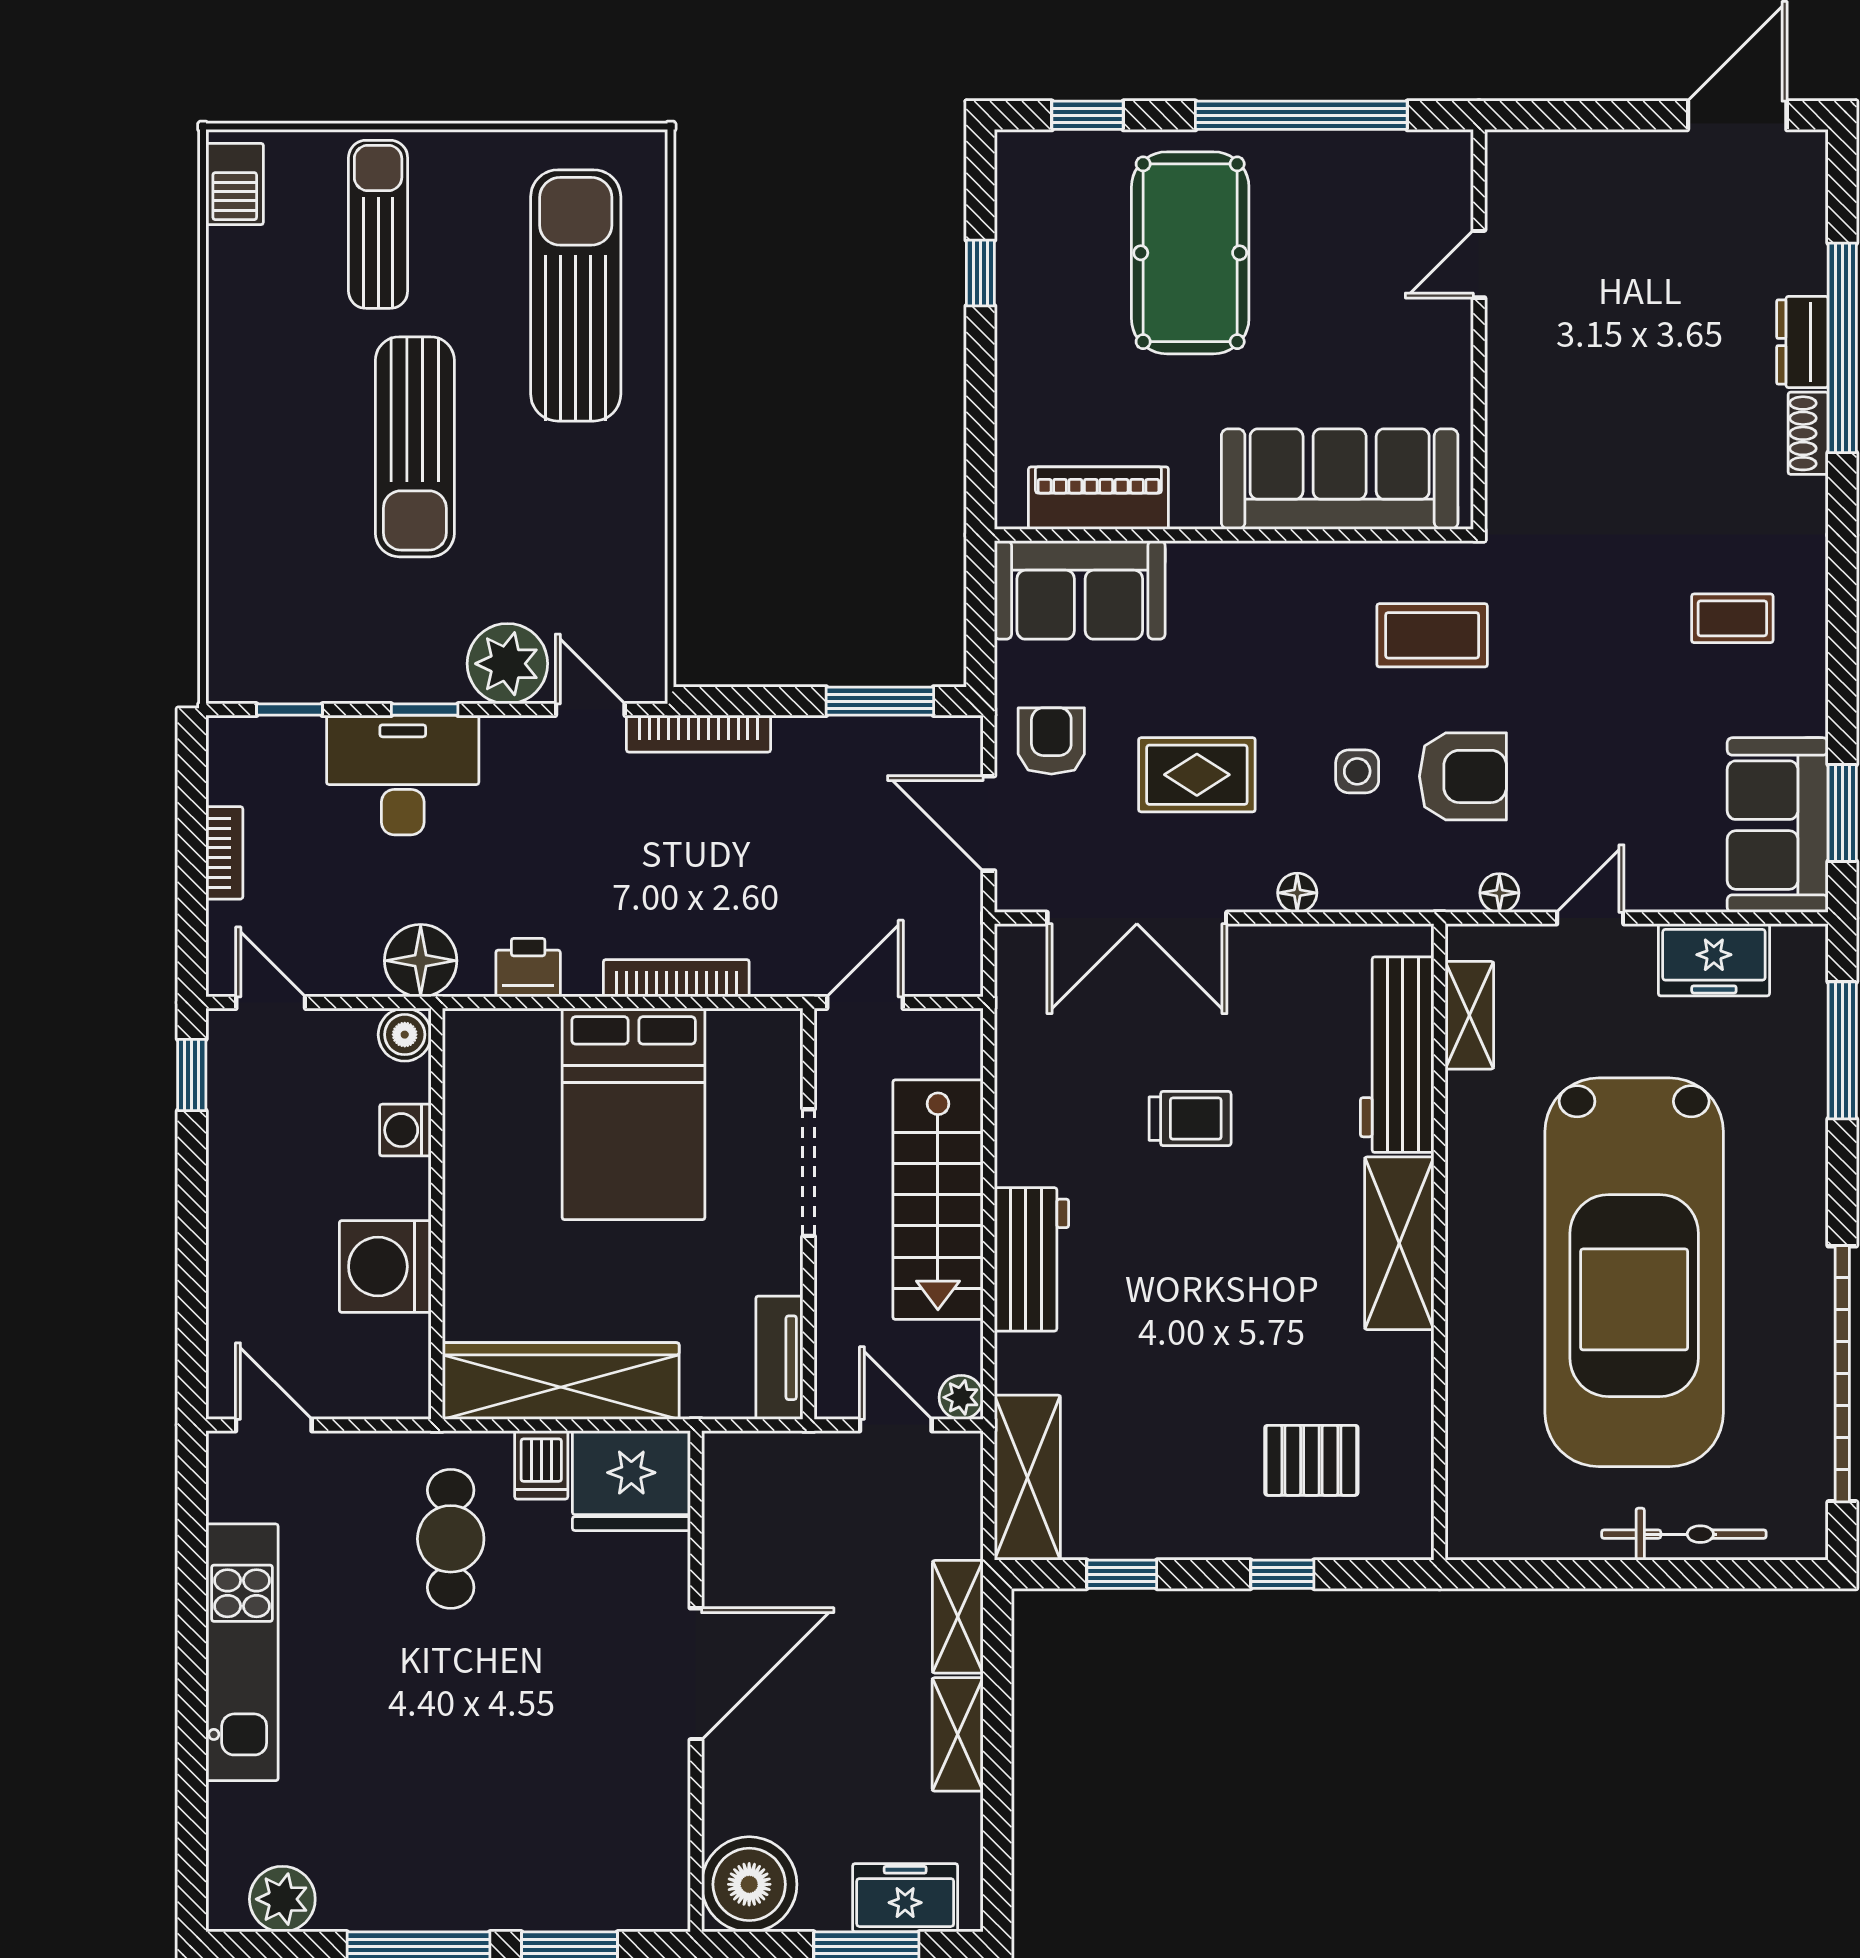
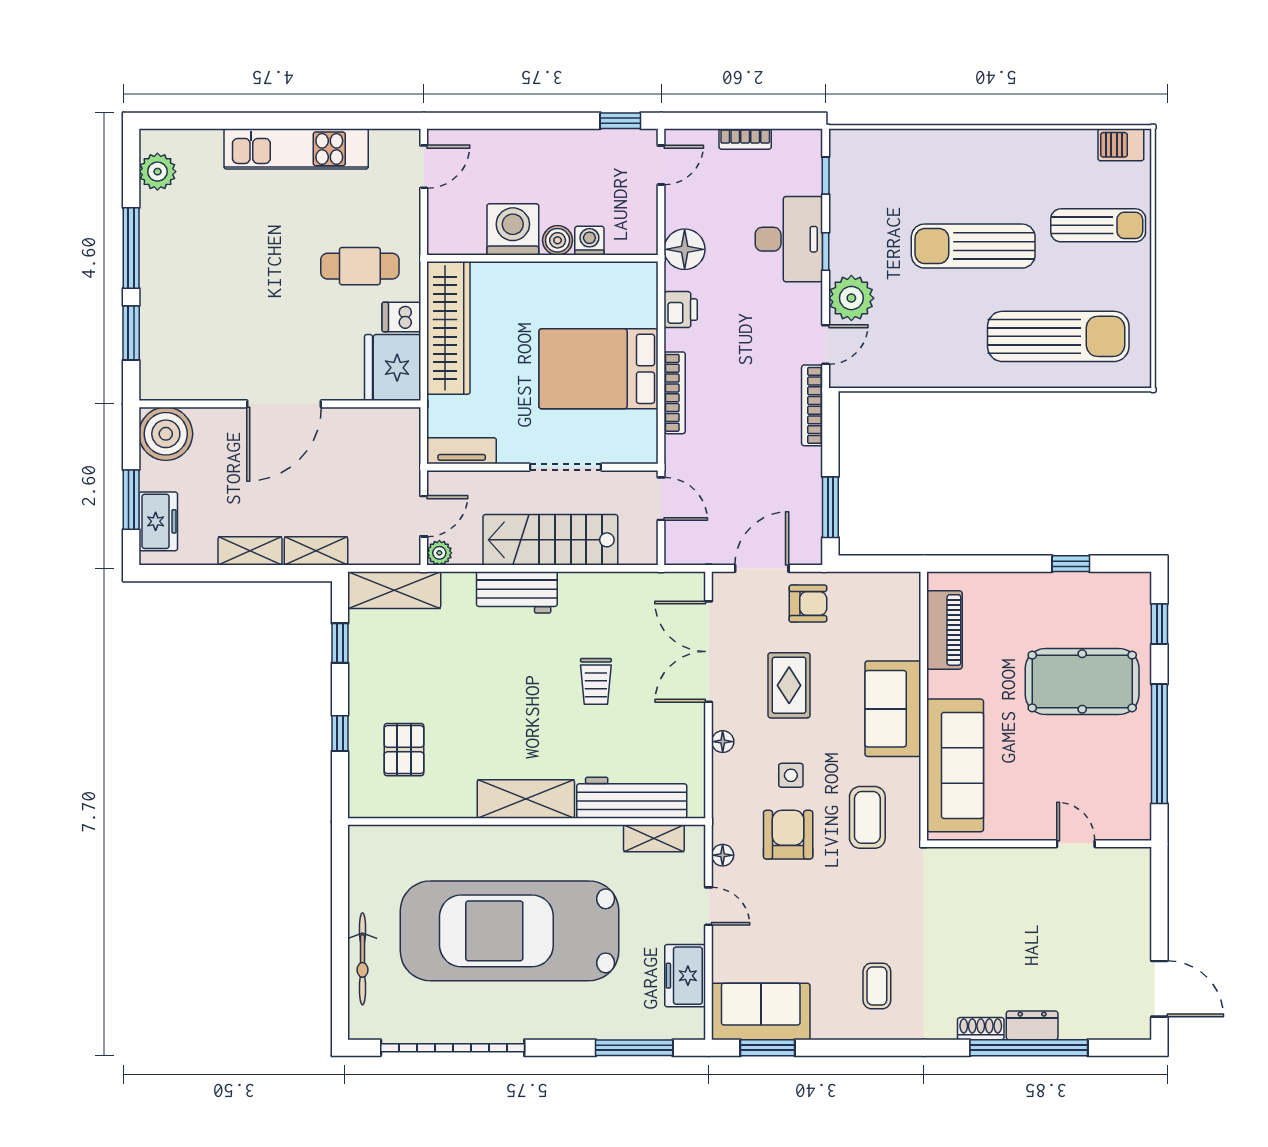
sofa: (1080, 590) -> (893, 709), moved
armchair: (1463, 776) -> (788, 835), turned 180
boiler: (405, 1035) -> (558, 240), moved
door: (696, 1674) -> (284, 404), hinge flipped

